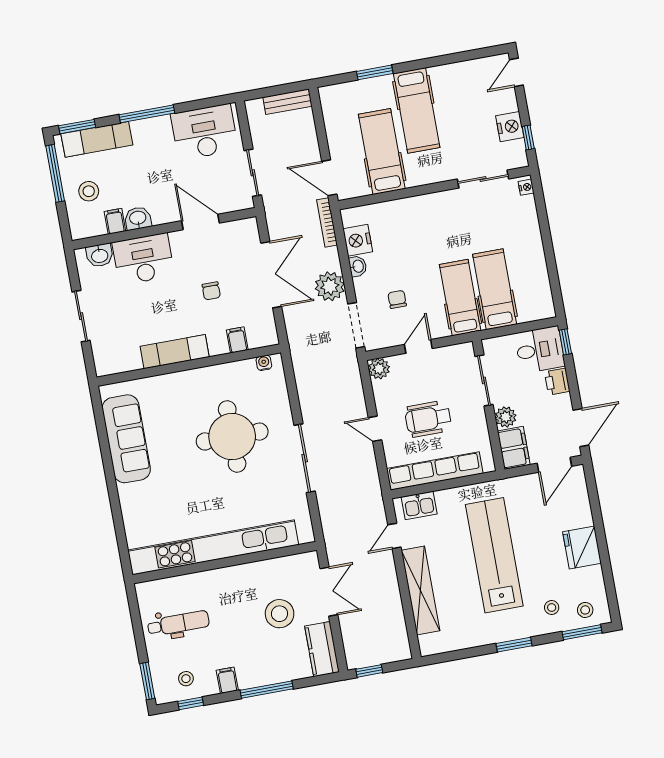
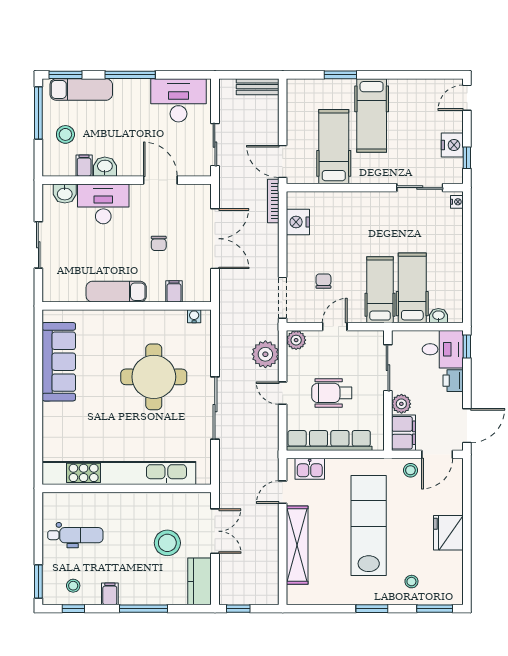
washbasin: (358, 266) -> (438, 316), moved, turned -90
plant: (330, 286) -> (265, 354), moved
stool: (585, 610) -> (410, 470), moved

